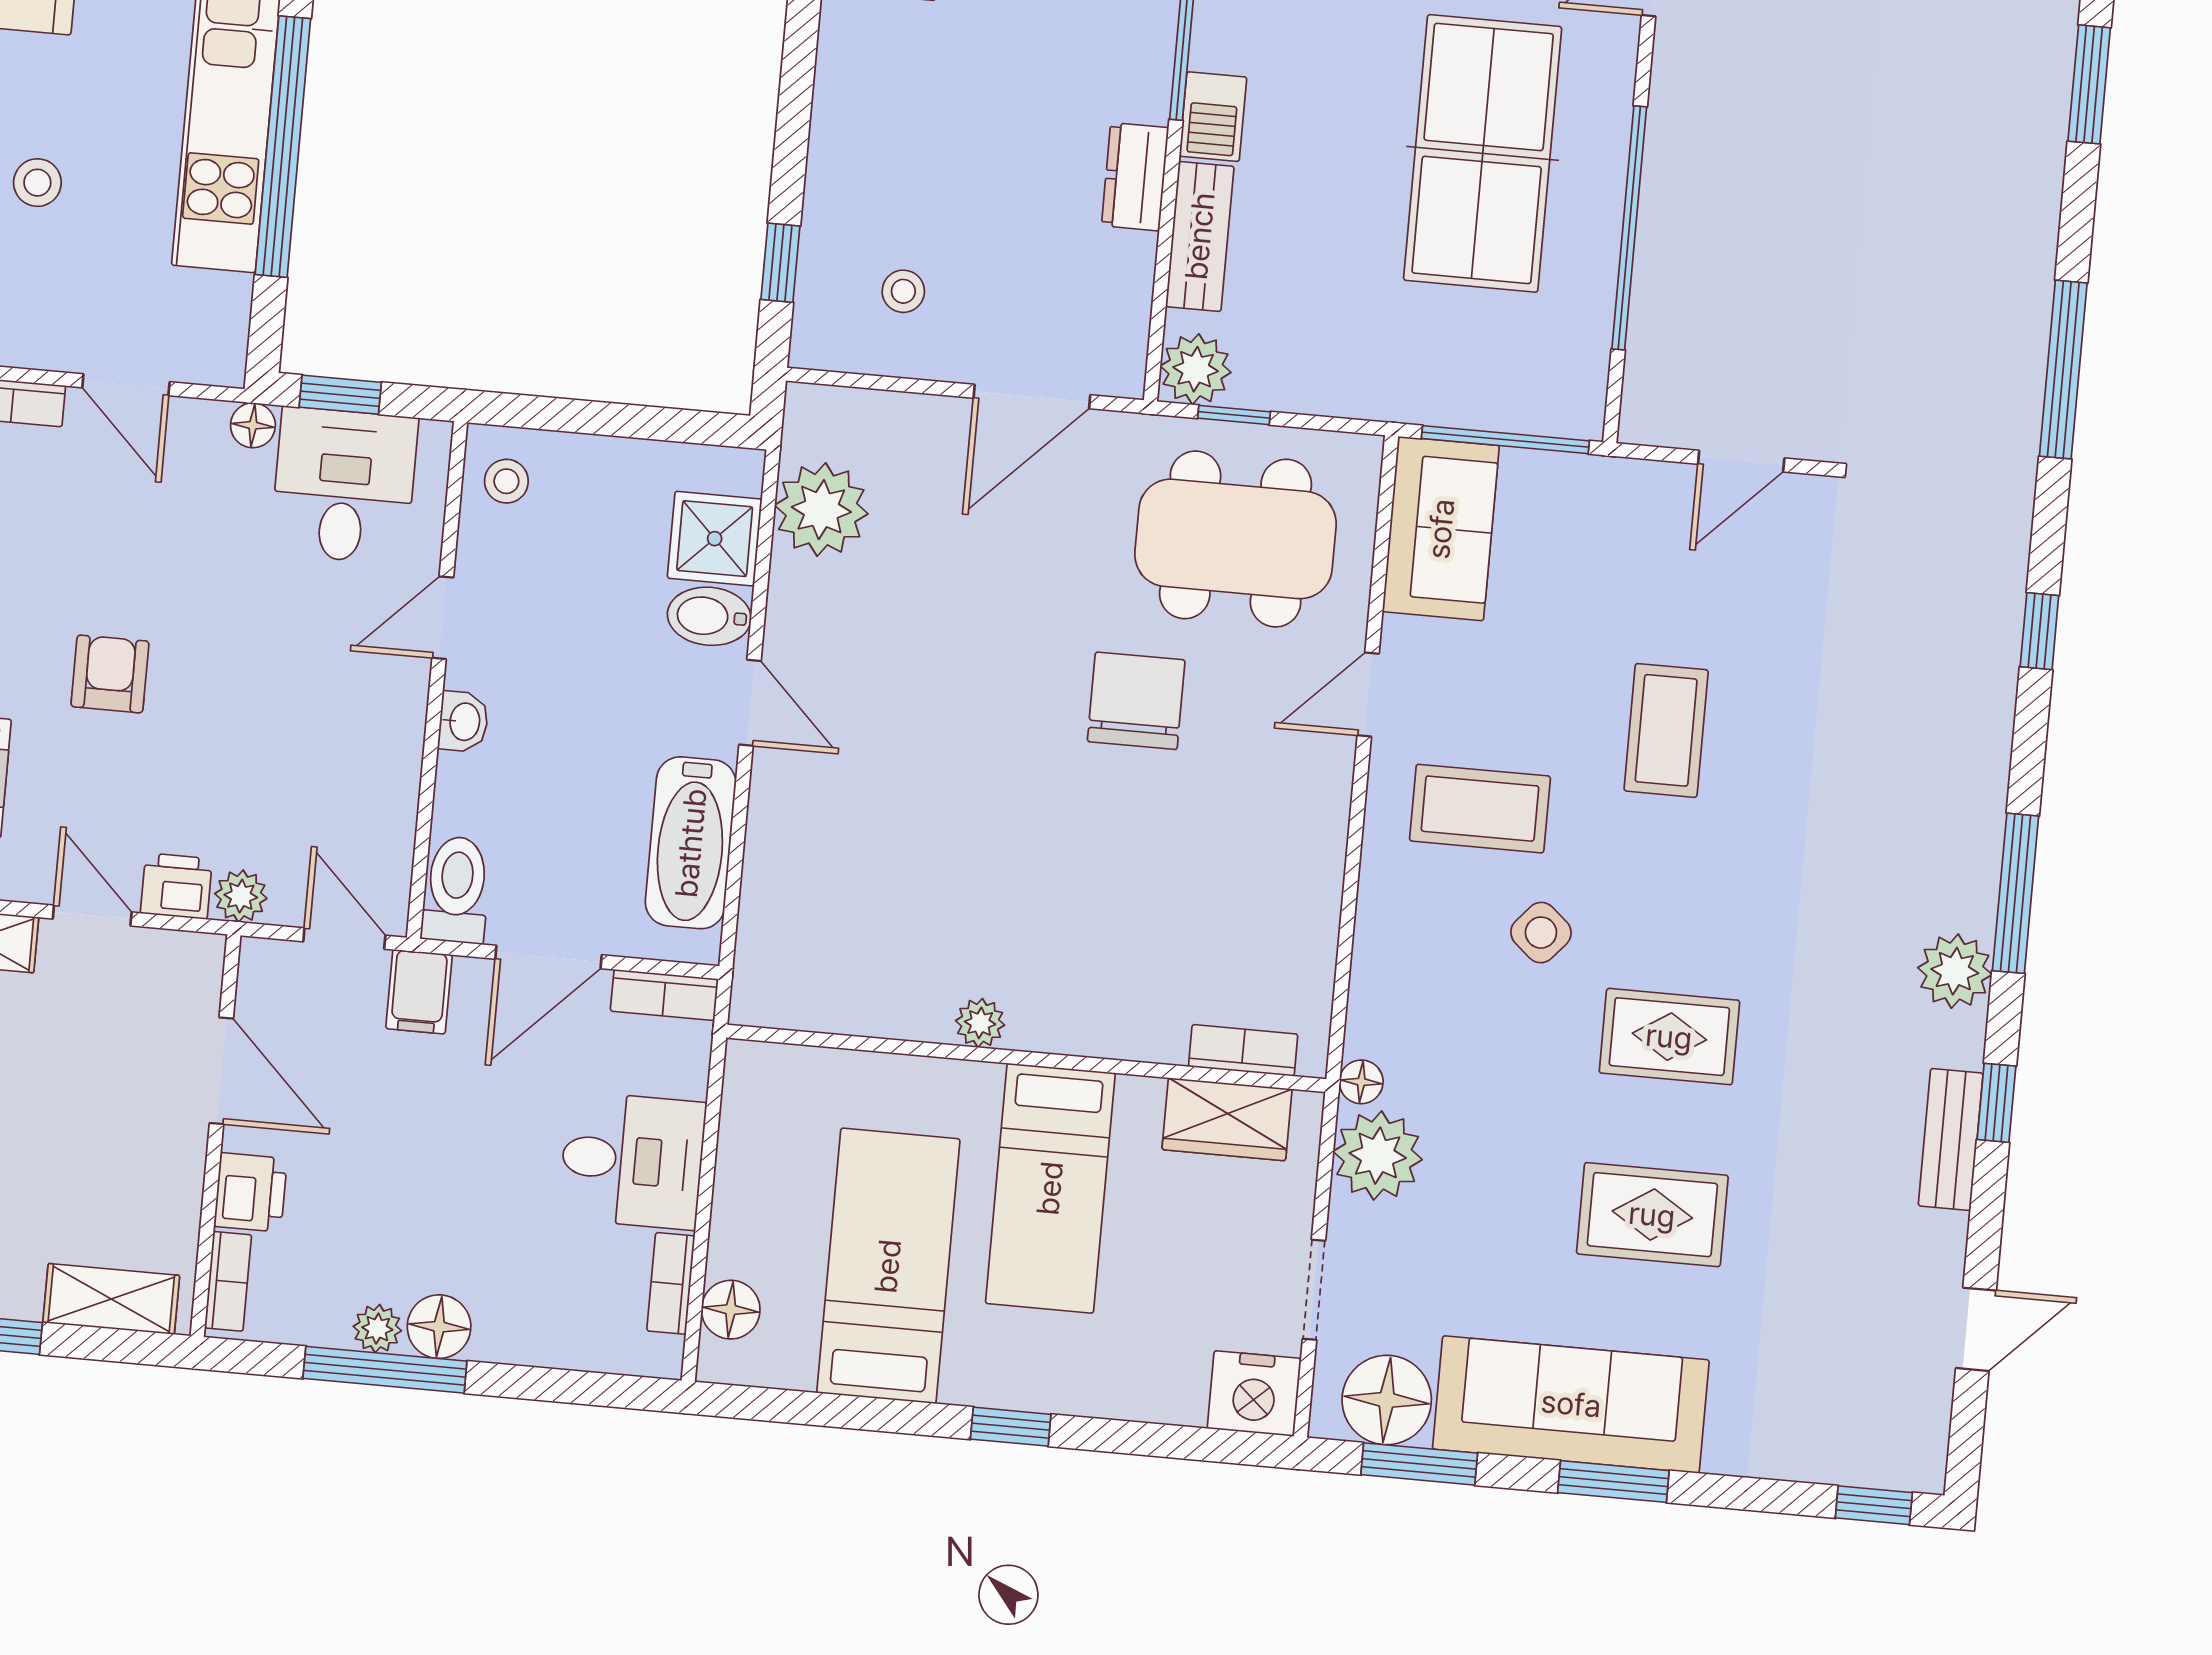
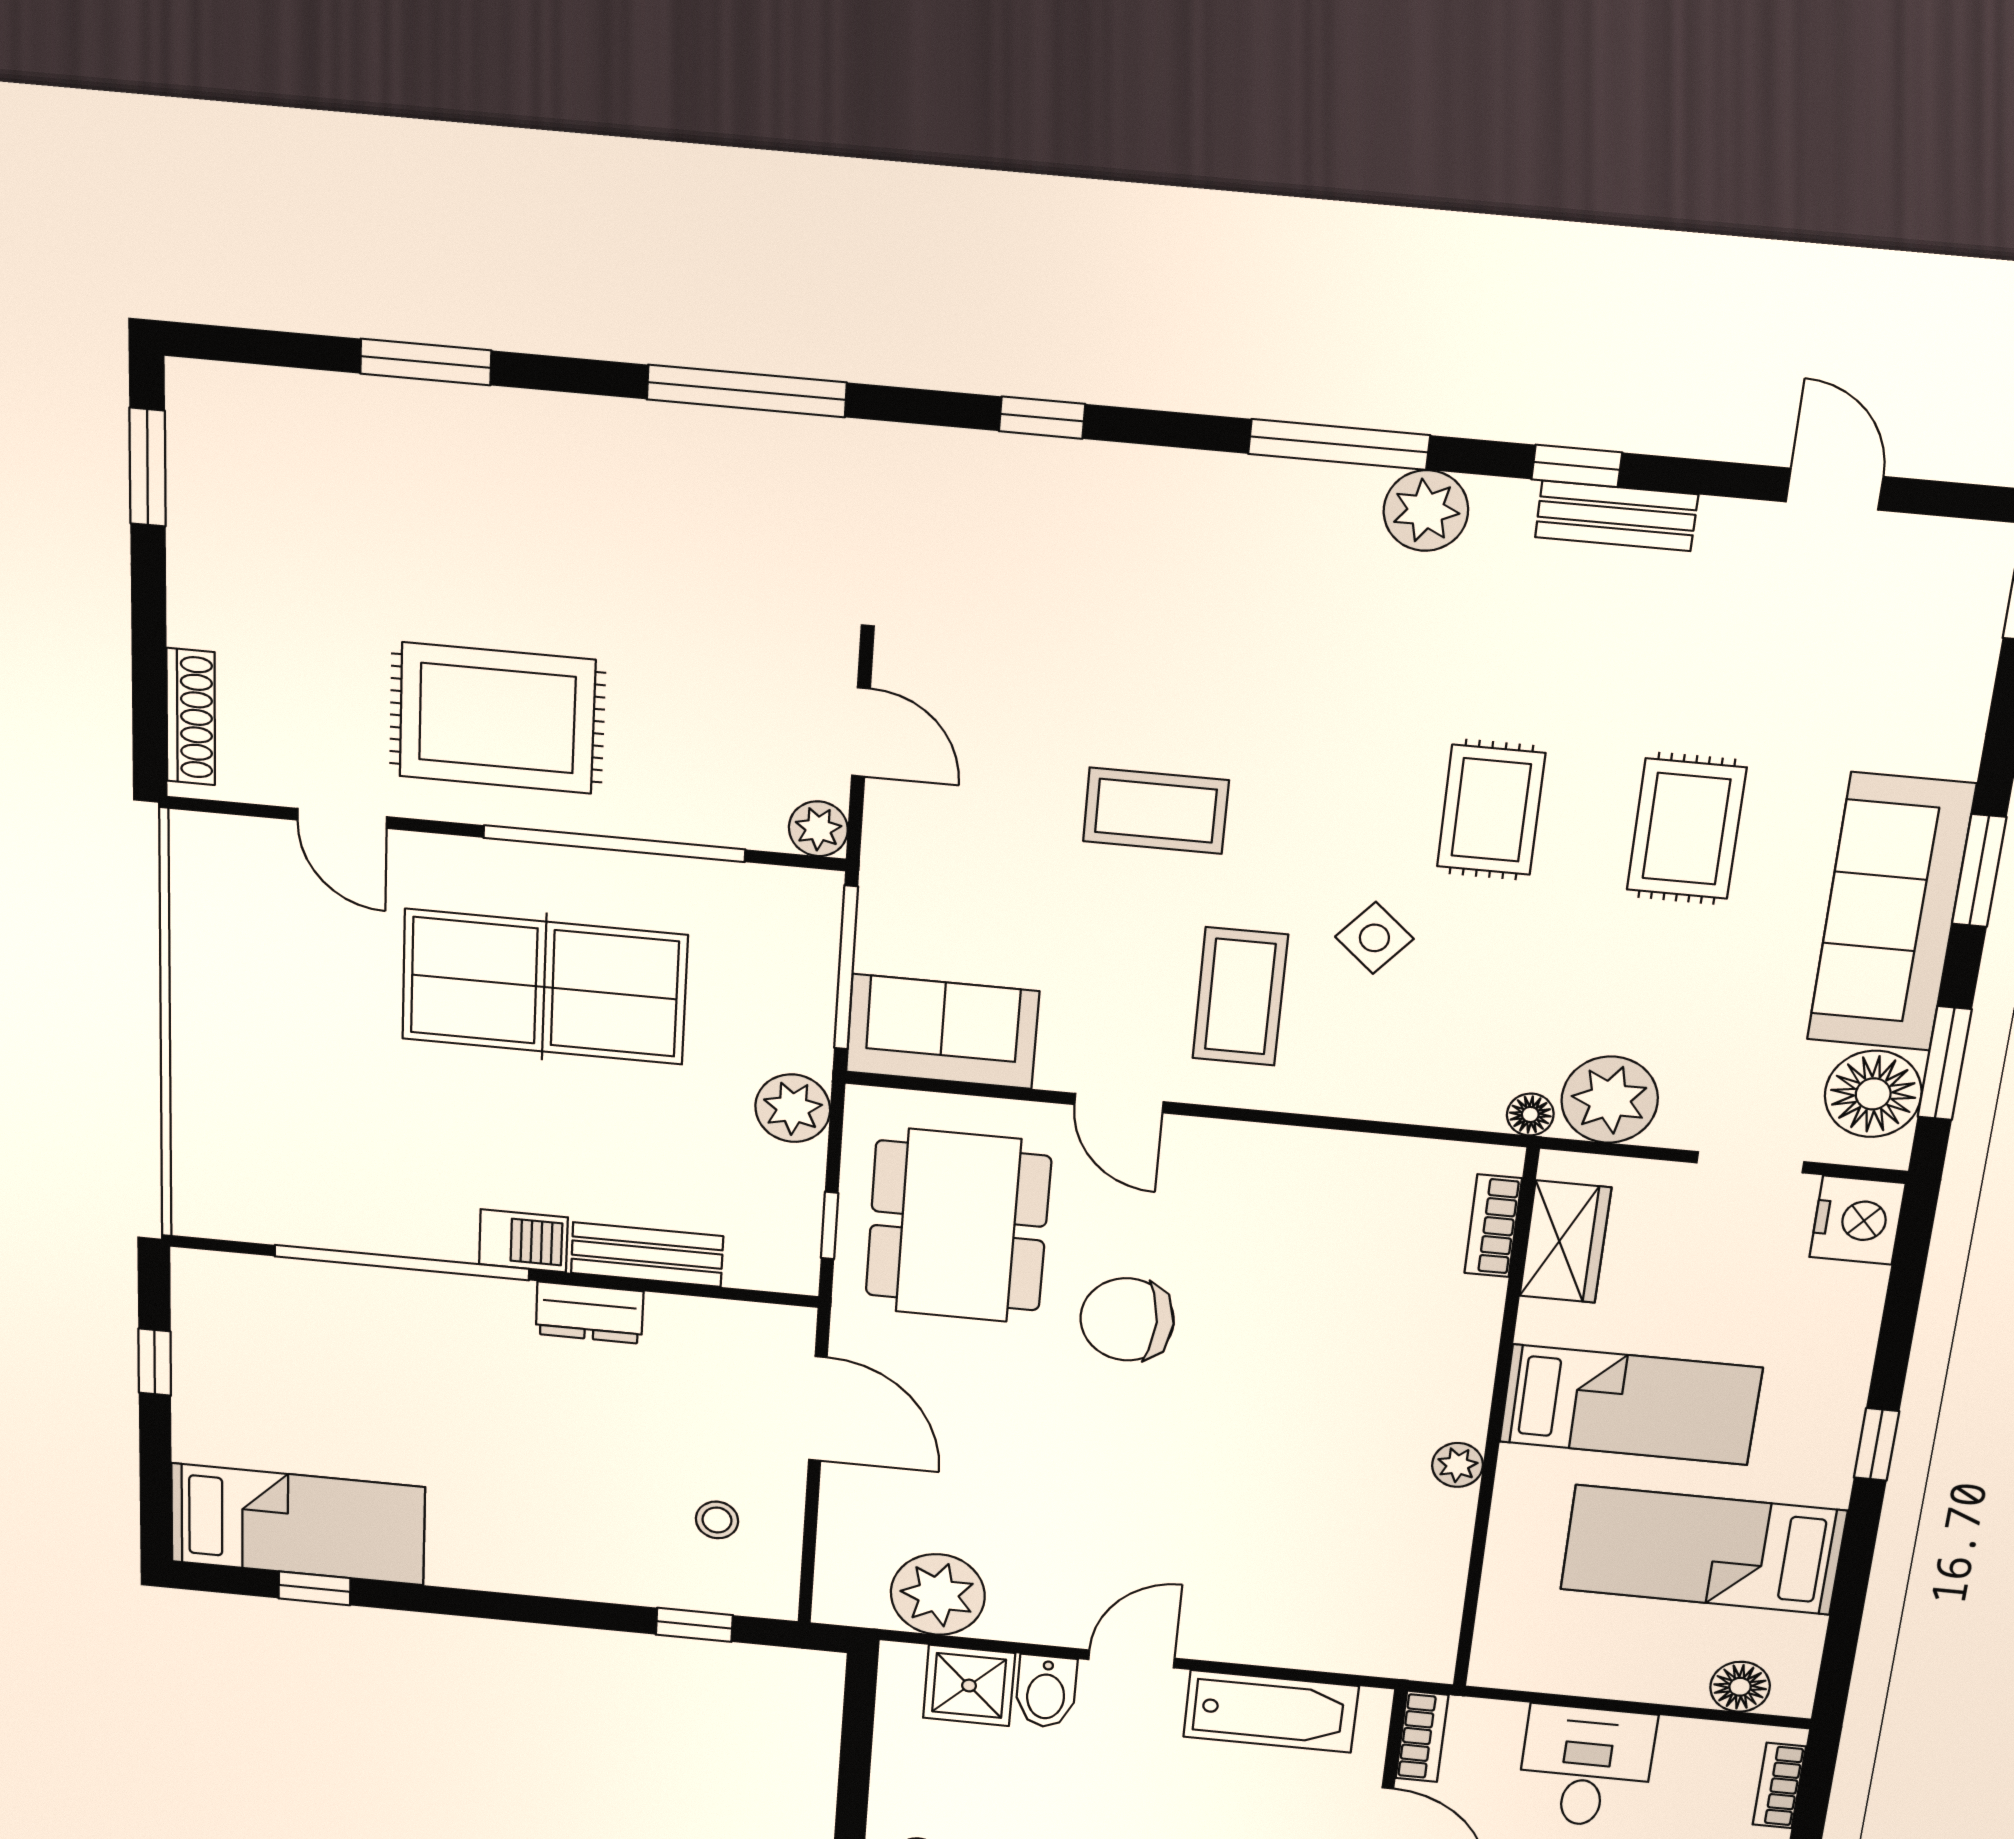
rug: (1753, 126) -> (497, 718), added
plant: (1196, 369) -> (793, 1108), moved
plant: (1646, 419) -> (818, 829), added
bookcase: (671, 1283) -> (1779, 1786), moved, turned 90

